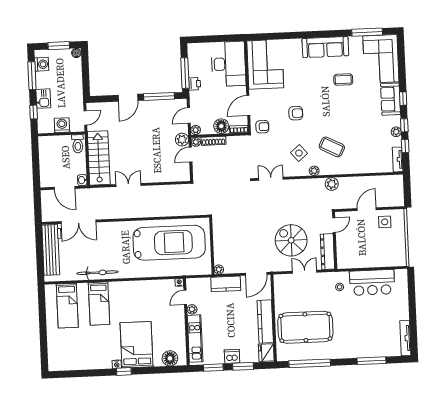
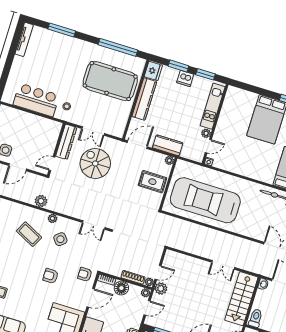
spiral stairs: (291, 240) -> (95, 163), turned 180
rug: (228, 243) -> (152, 182), added
floor lamp: (170, 358) -> (241, 96), removed

